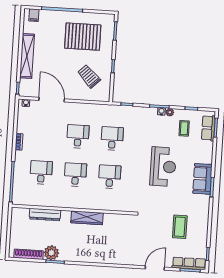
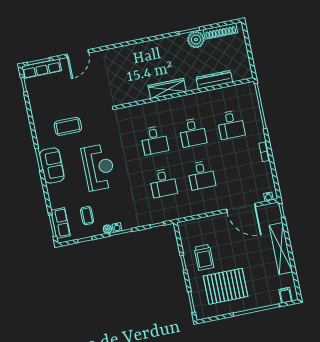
trolley: (89, 76) -> (204, 257), moved, turned 44
reception desk: (163, 167) -> (99, 167), turned 180
coffee table: (180, 227) -> (68, 126), moved, turned 90

